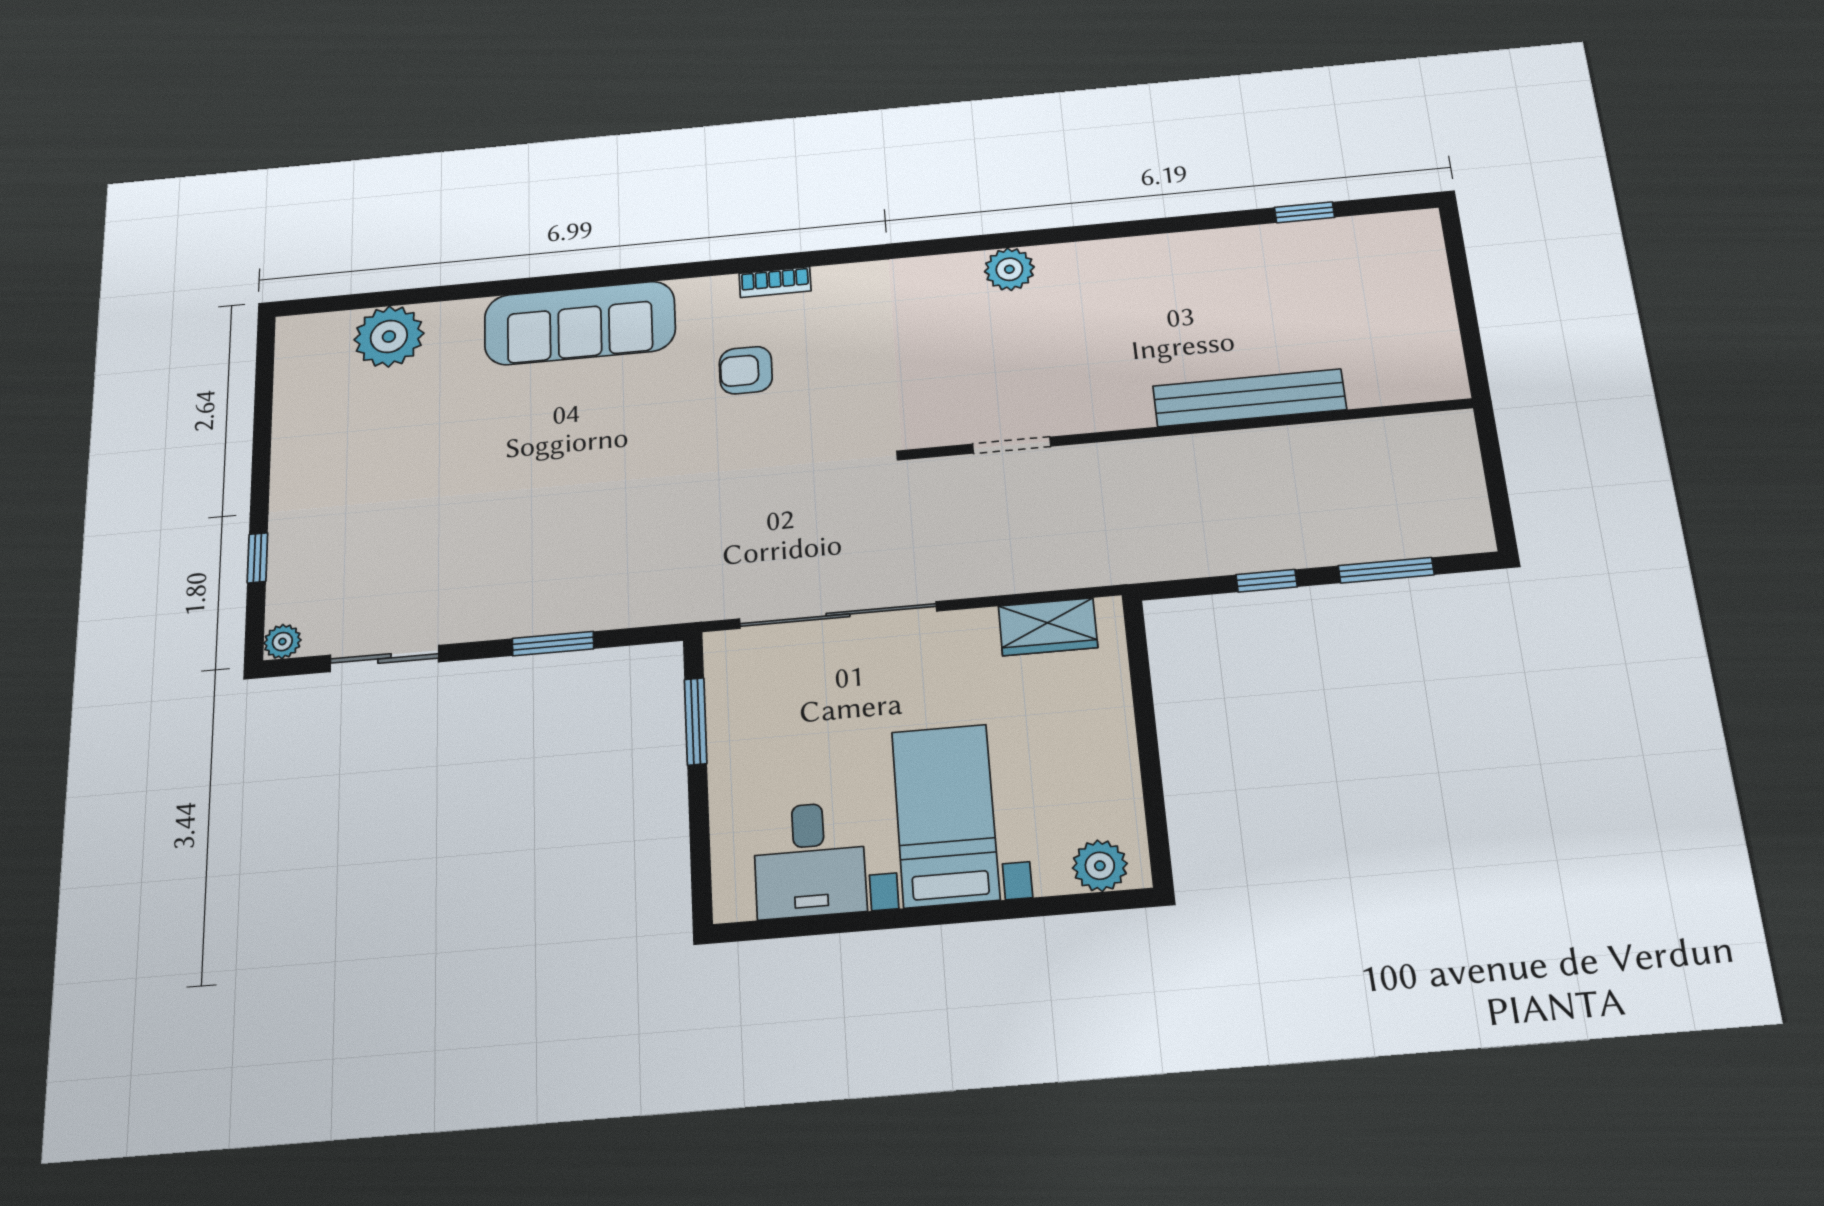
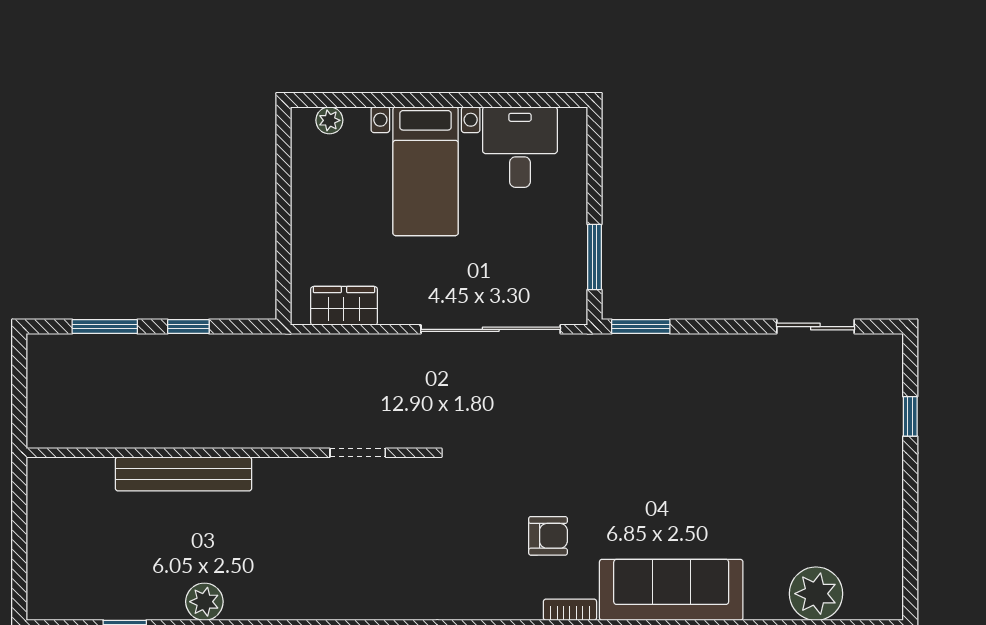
plant: (1009, 269) -> (204, 602), moved
bookcase: (775, 282) -> (570, 610), moved
plant: (282, 642) -> (890, 347), removed
window: (553, 644) -> (641, 327), moved
plant: (1100, 866) -> (329, 120), width x0.73, depth x0.73

